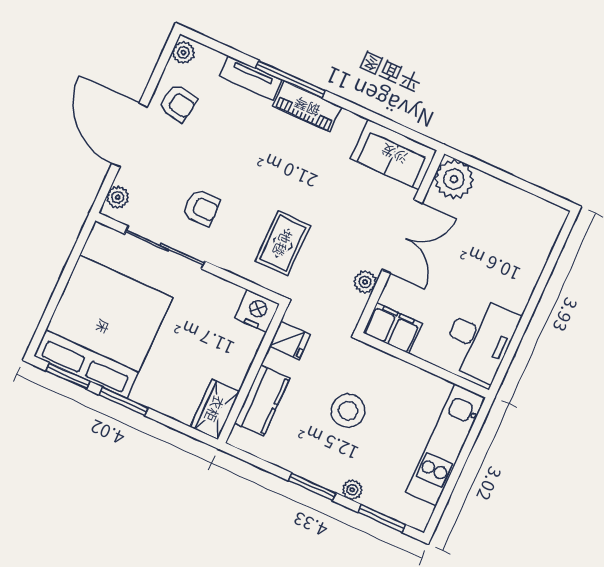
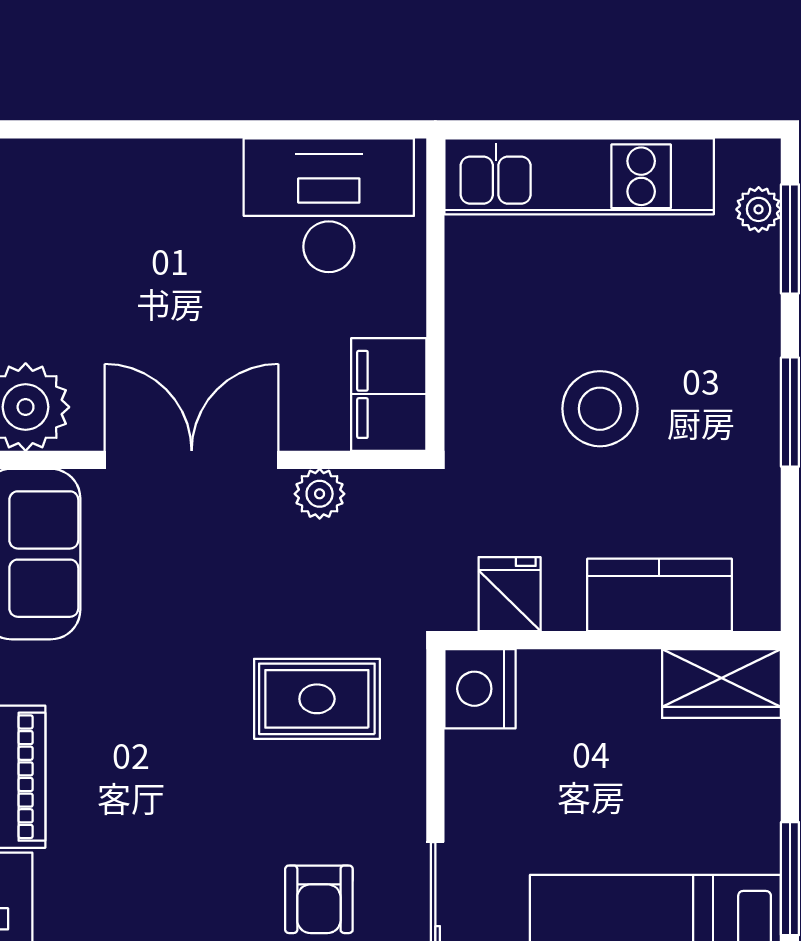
armchair: (201, 207) -> (319, 899), turned 180
plant: (352, 490) -> (759, 209), moved

